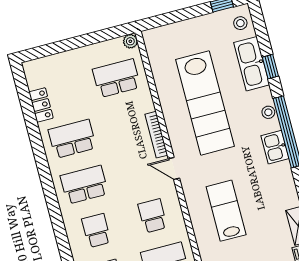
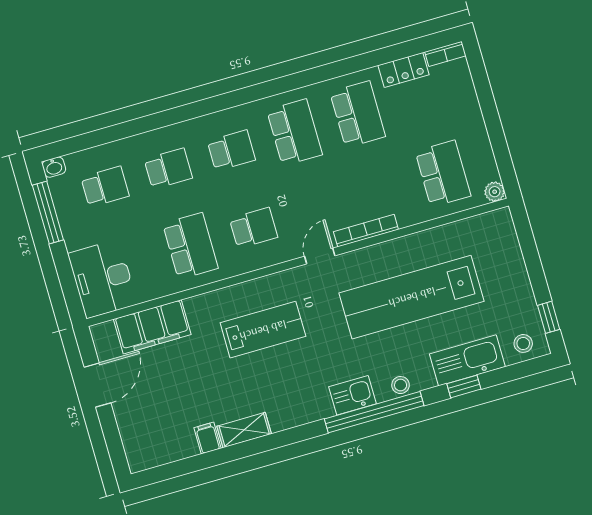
bookcase: (30, 75) -> (445, 54), added

